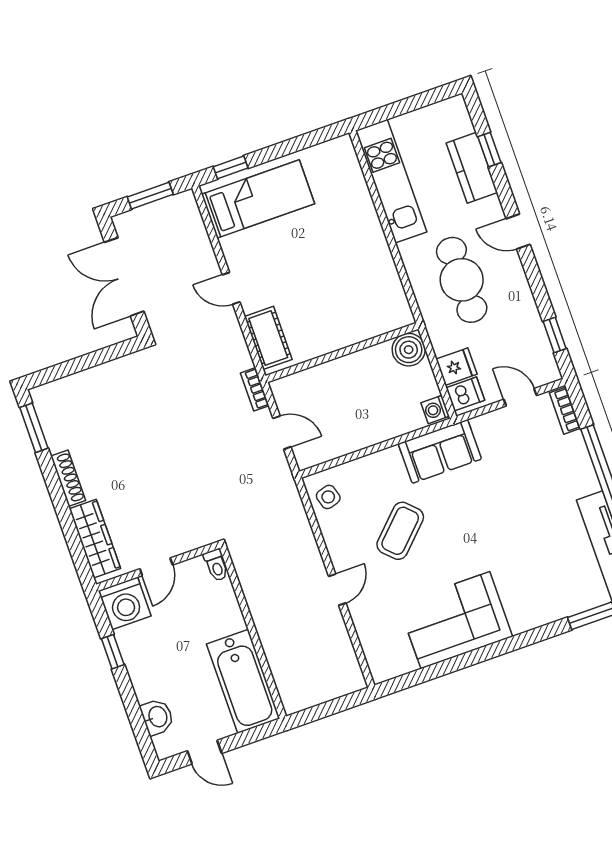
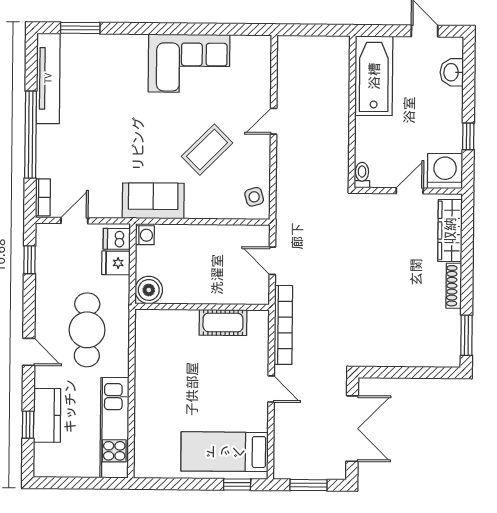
cot: (268, 338) -> (223, 322), moved, turned 90
bookcase: (255, 389) -> (283, 325), width x2.31, depth x1.31
door: (520, 397) -> (74, 221), swing flipped

